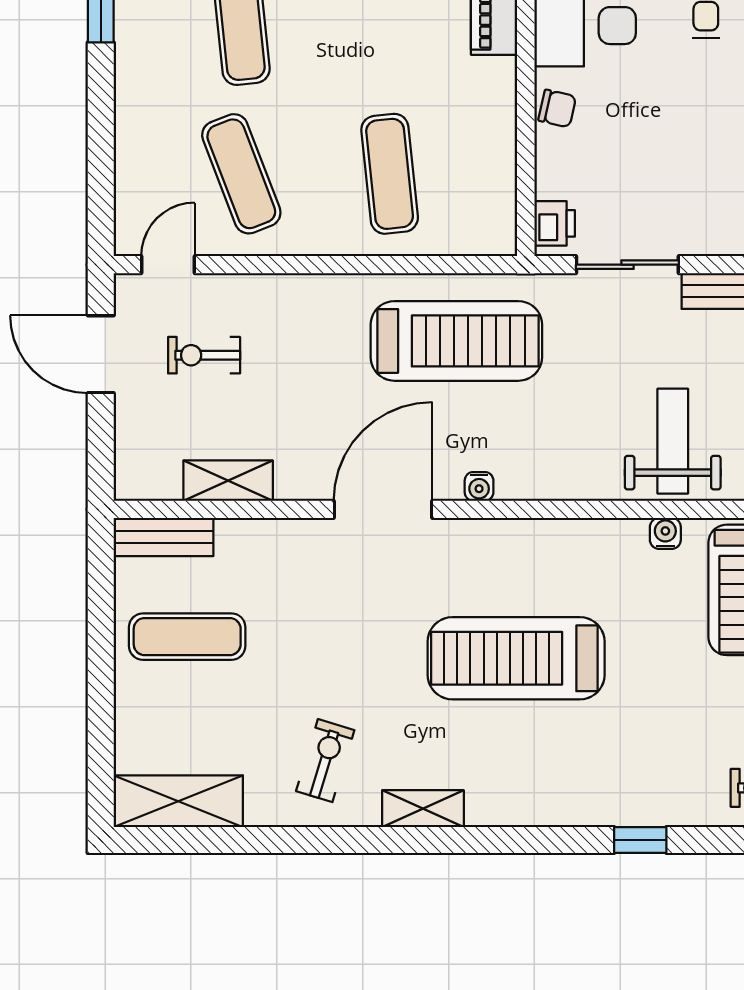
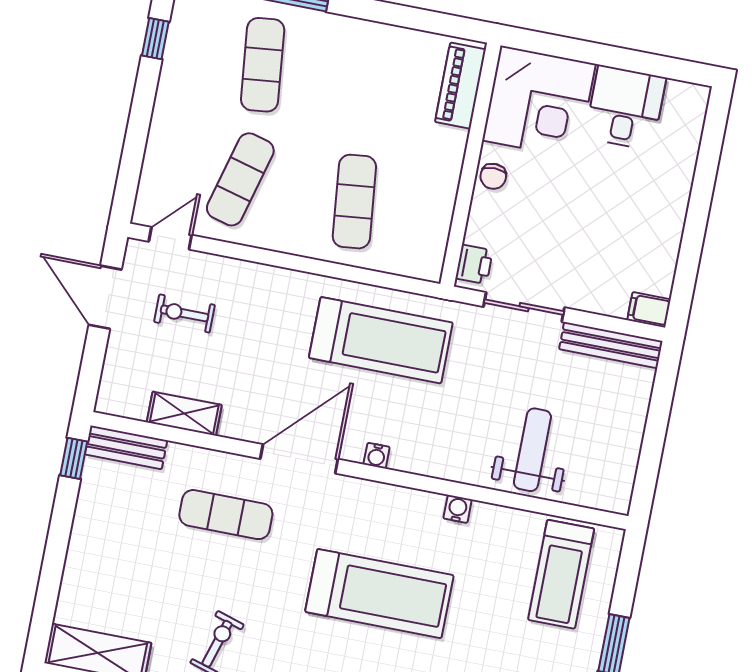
chair: (557, 108) -> (493, 176), turned 77
exercise mat: (241, 174) -> (240, 179), turned 36
water cooler: (665, 533) -> (458, 509), moved
window: (101, 564) -> (74, 458), added
exercise mat: (187, 637) -> (226, 515), moved
treadmill: (516, 658) -> (379, 594), turned 180

